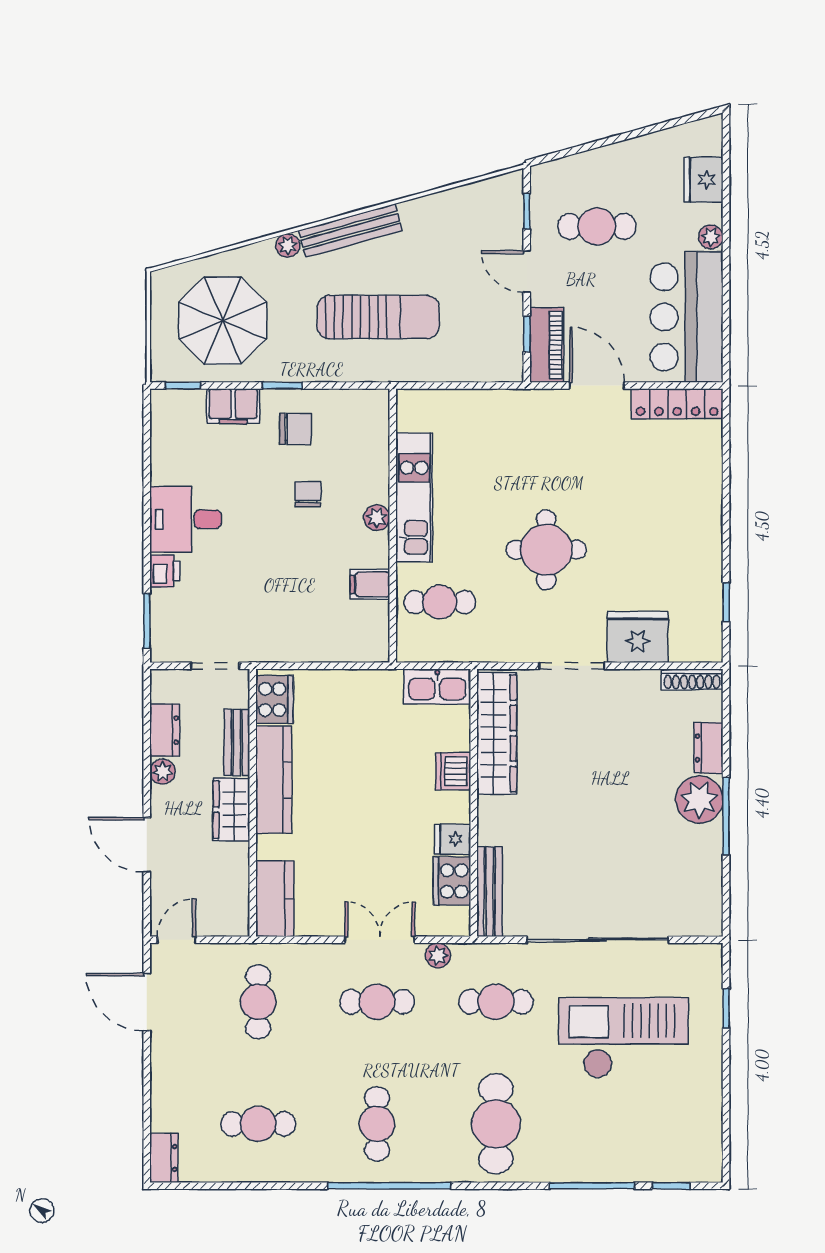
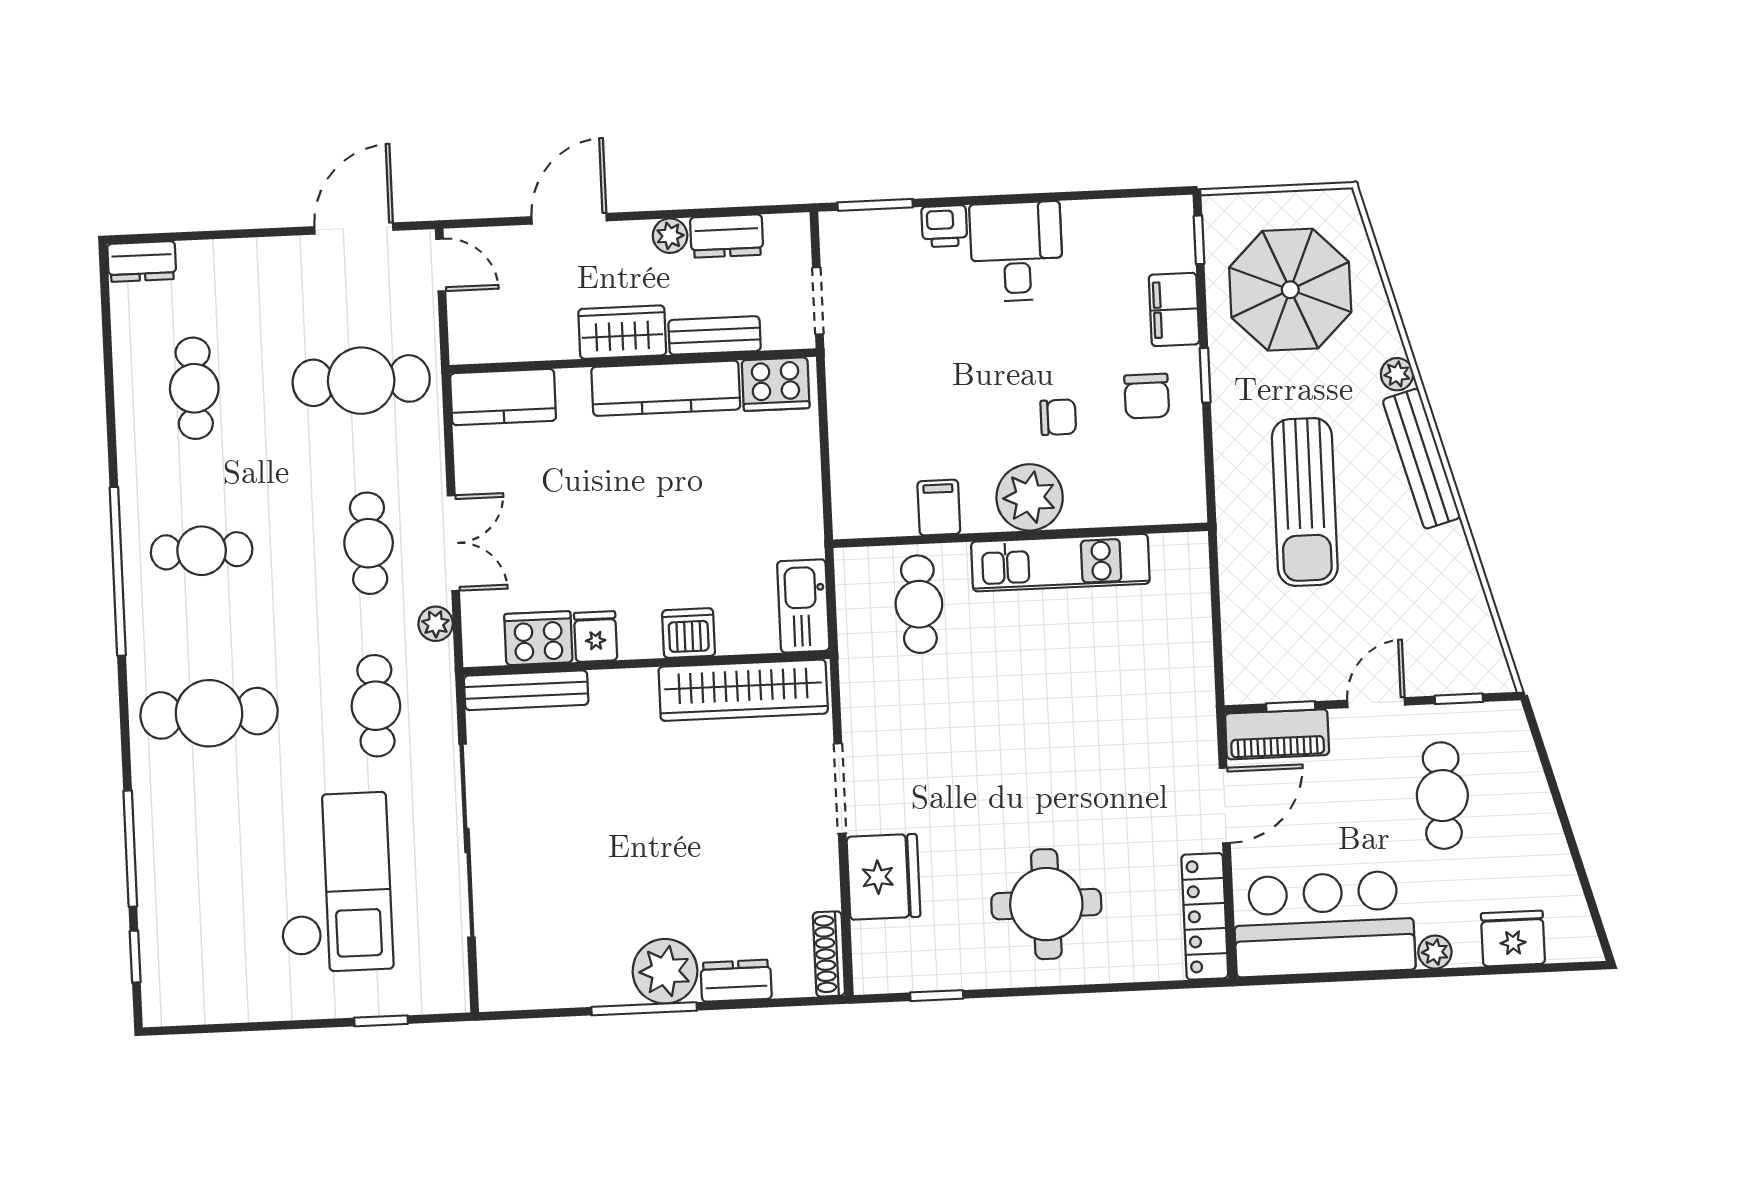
plant: (377, 518) -> (1030, 497), width x1.88, depth x1.88
round table: (546, 550) -> (1046, 904), moved
cafe table: (258, 1002) -> (361, 381), width x1.37, depth x1.35

